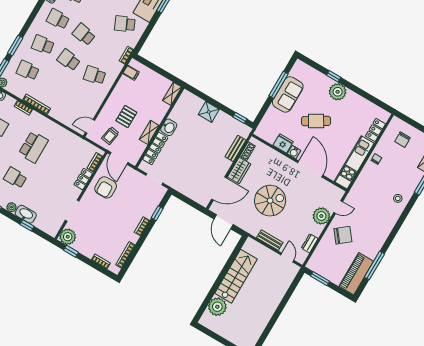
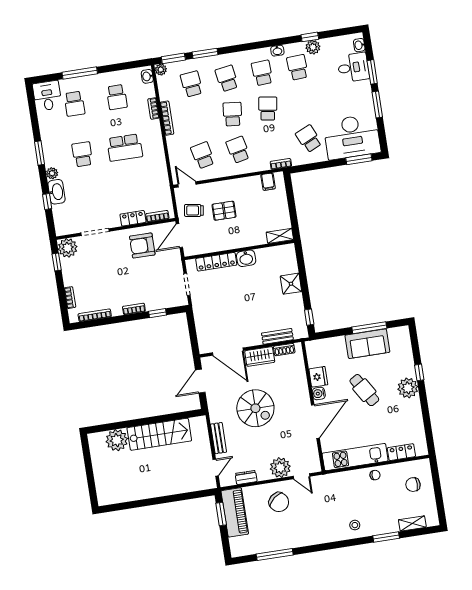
school desk: (80, 101) -> (203, 155), added
shelving: (149, 132) -> (227, 244), removed
piano: (356, 274) -> (235, 512), moved, turned 90

